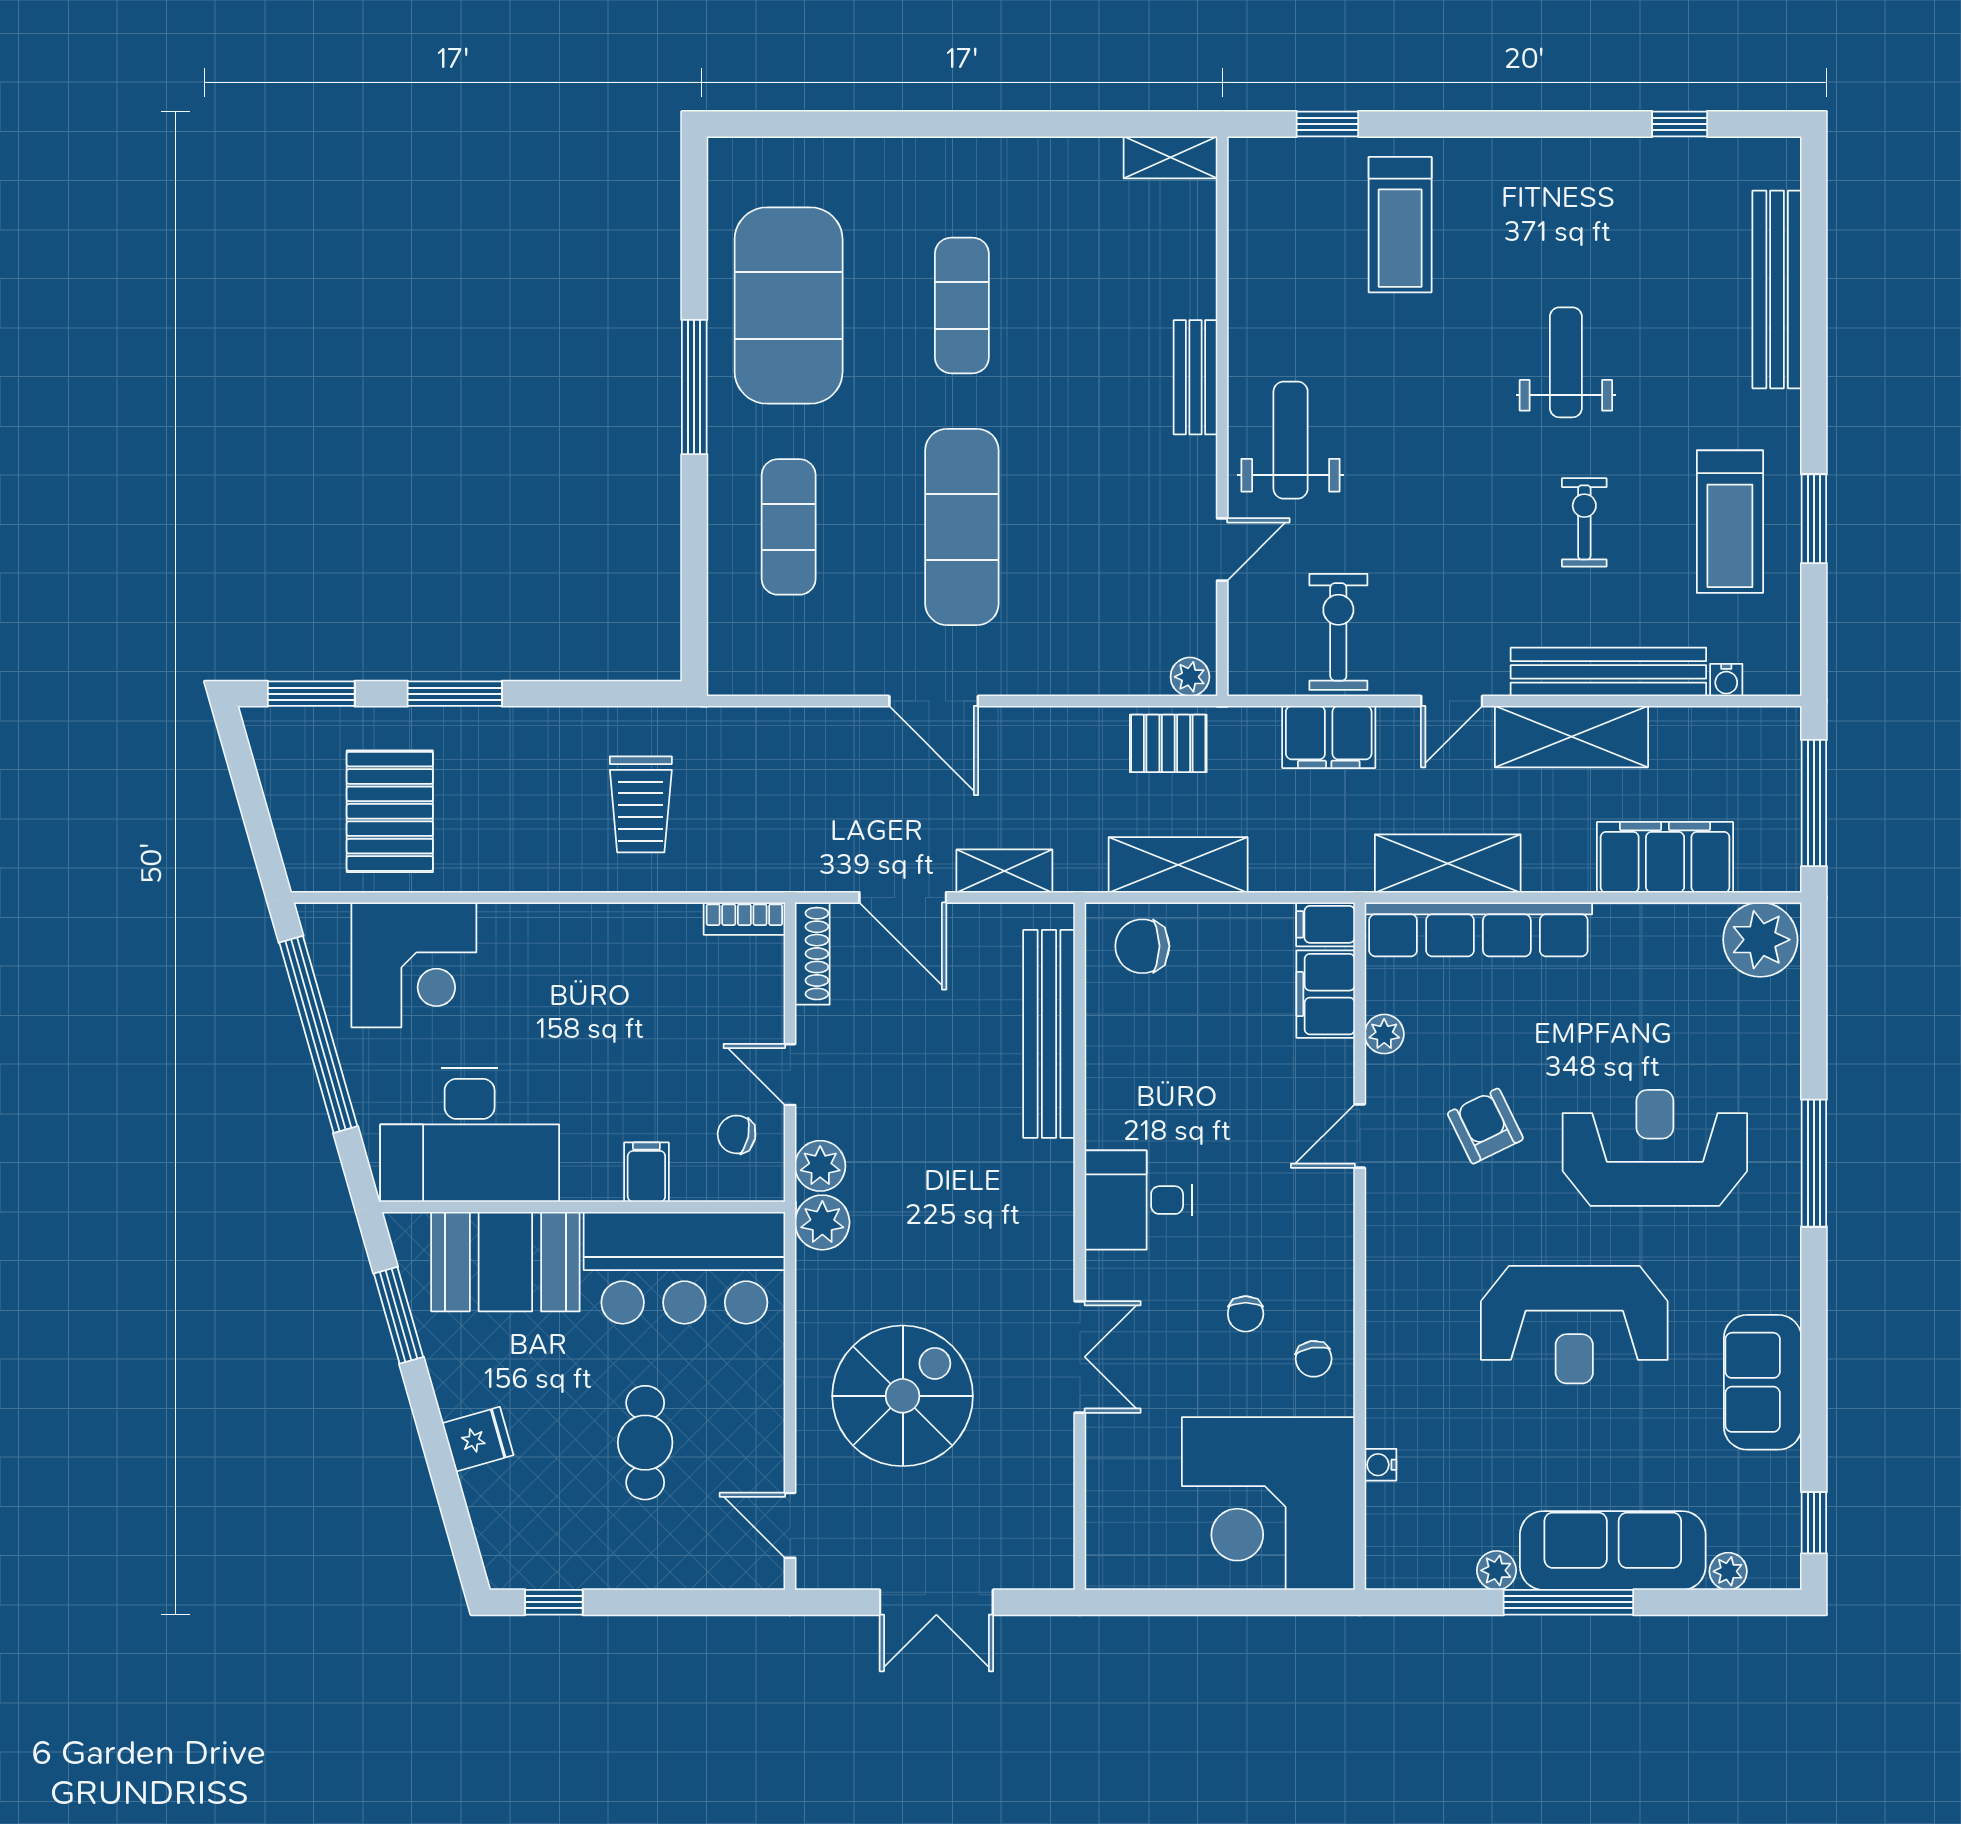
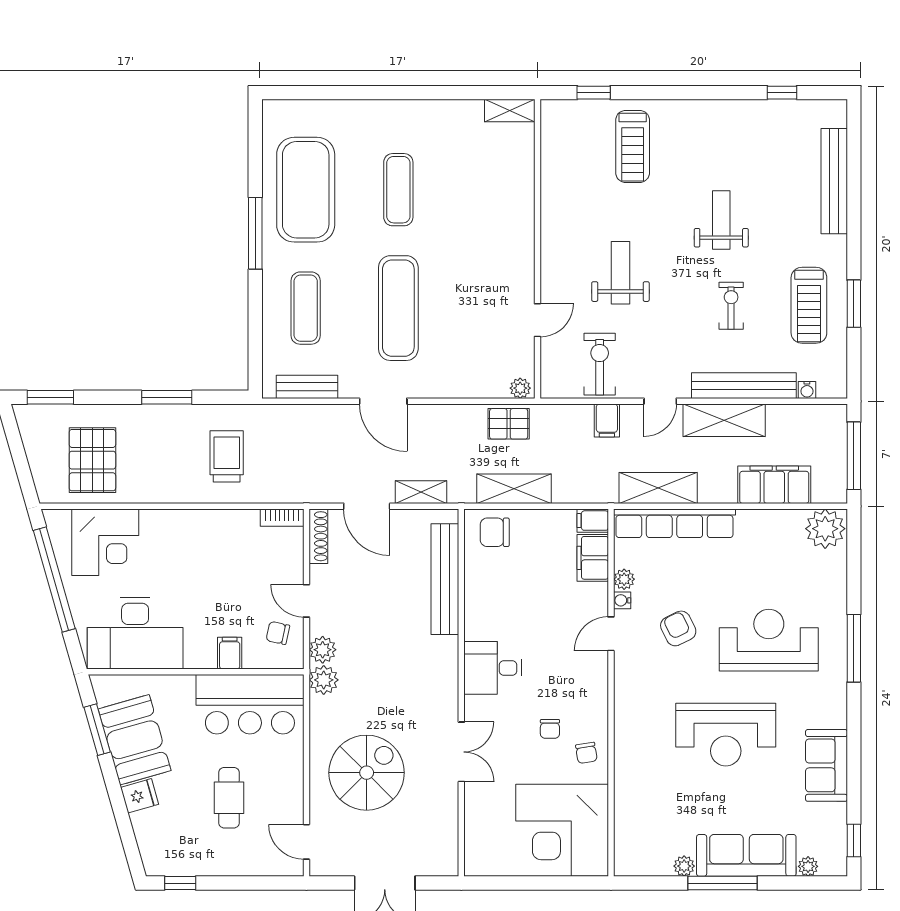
bench: (1195, 377) -> (307, 387), moved, turned 90
weight bench: (1291, 440) -> (620, 273), moved
window: (455, 694) -> (167, 397), moved
filing cabinet: (1329, 737) -> (607, 420), width x0.50
trolley: (641, 804) -> (227, 456), turned 180
booth: (505, 1262) -> (135, 740), moved, turned 74
water cooler: (1380, 1465) -> (622, 600), moved

